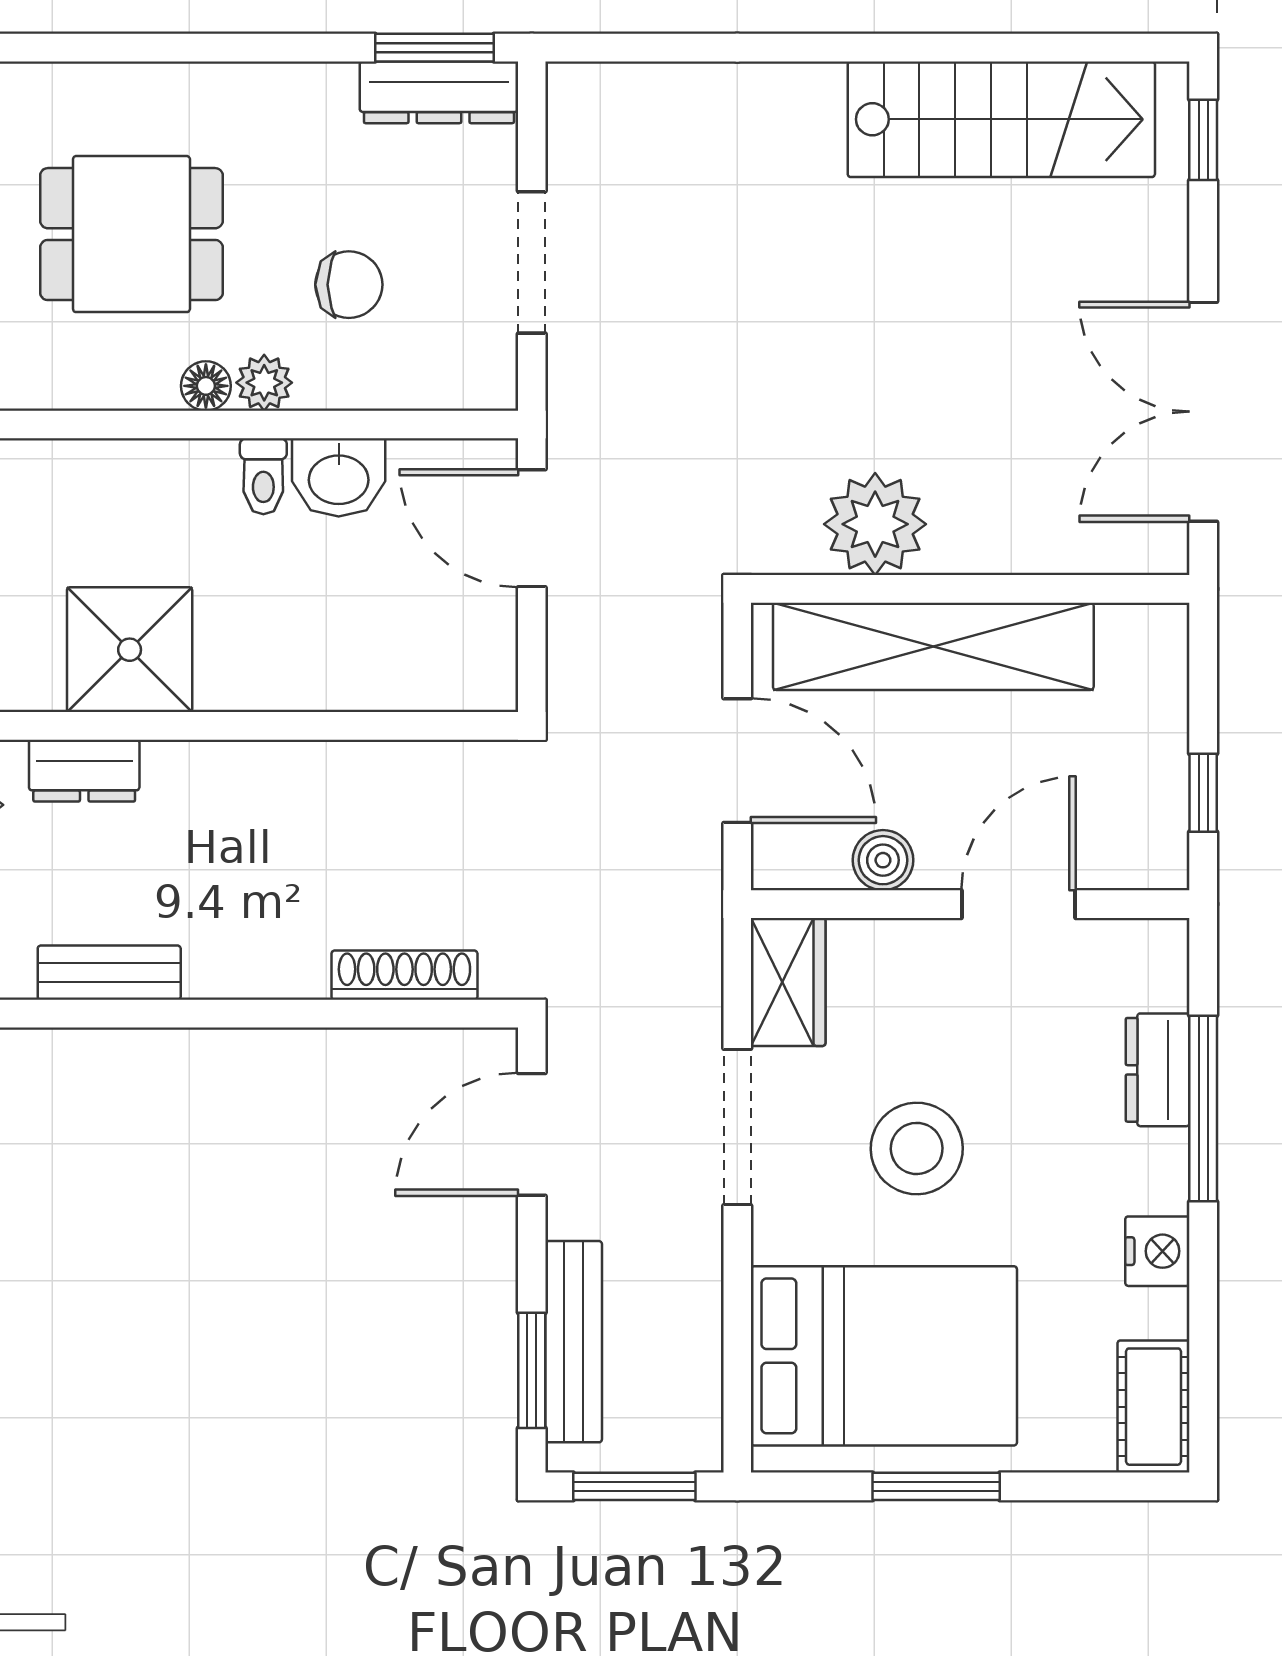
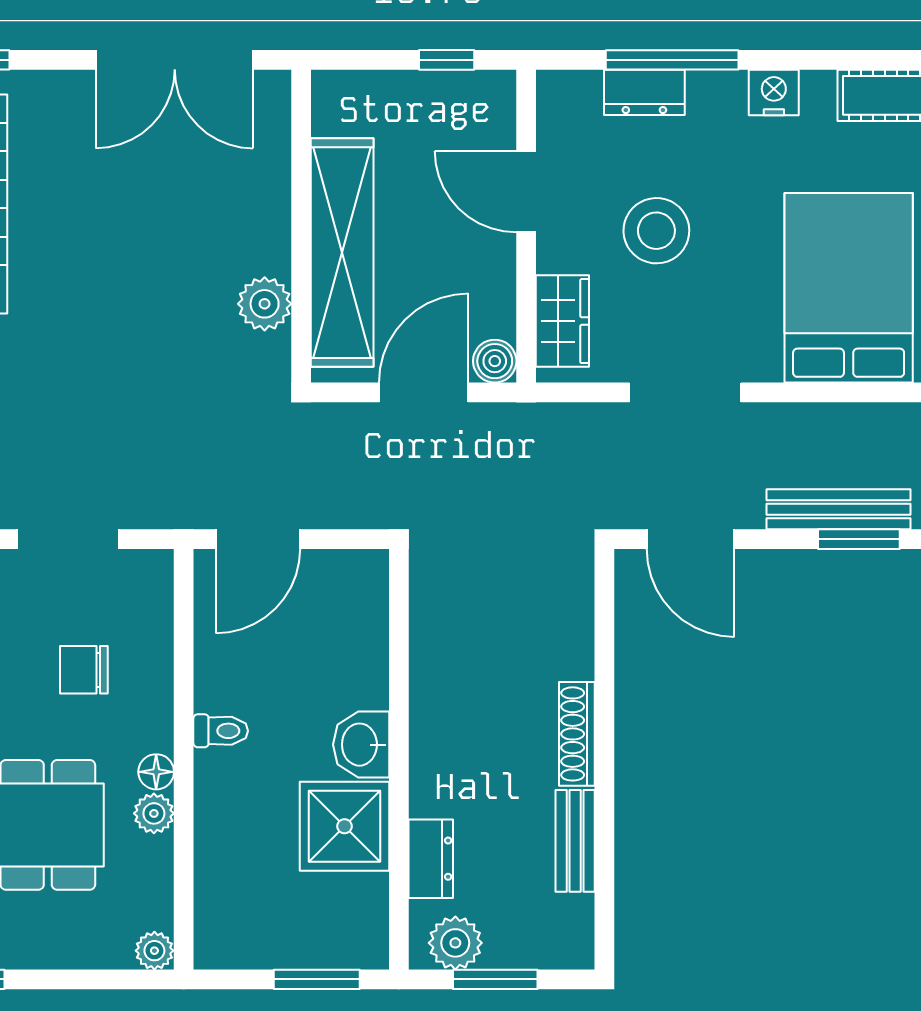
chair: (349, 285) -> (84, 670), turned -90
plant: (264, 383) -> (154, 813), moved
washbasin: (339, 477) -> (361, 745), moved, turned 180
plant: (875, 524) -> (265, 304), width x0.73, depth x0.73
boiler: (883, 860) -> (495, 361), moved
shoe rack: (404, 975) -> (577, 734), moved
wardrobe: (788, 982) -> (562, 321), moved, turned 90
stool: (917, 1148) -> (656, 231), moved

